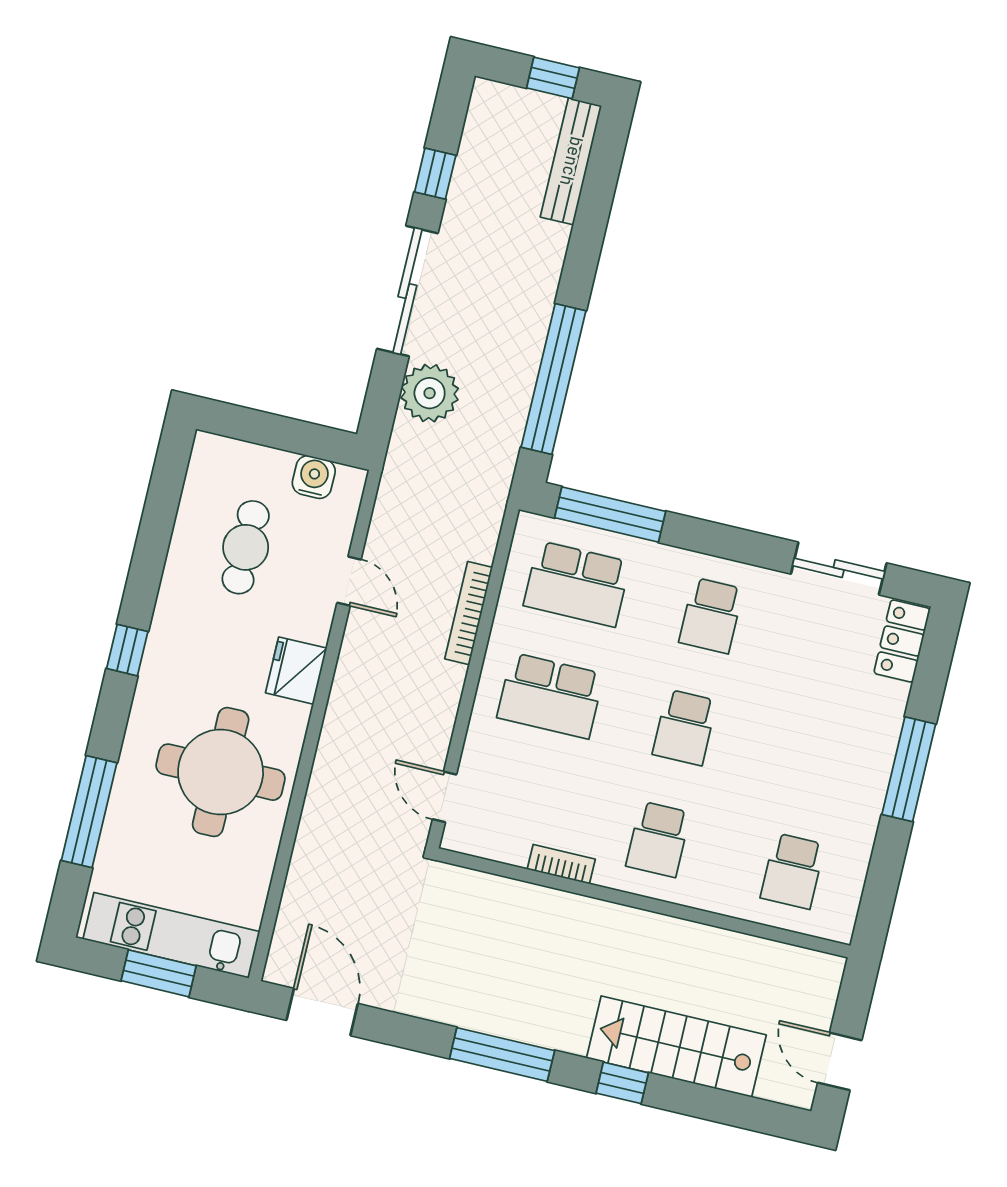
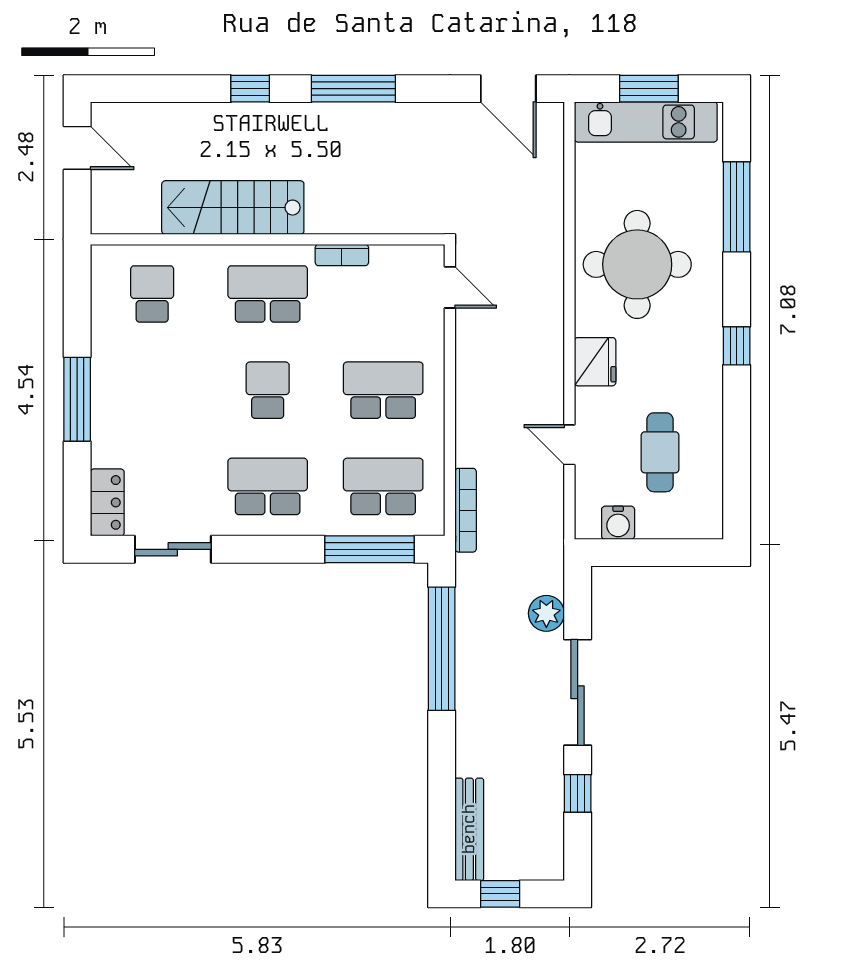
plant: (430, 393) -> (546, 613), width x0.73, depth x0.73
bookcase: (469, 613) -> (466, 510), moved
school desk: (711, 616) -> (268, 486), width x1.85
school desk: (658, 839) -> (268, 294), width x1.85
stairs: (676, 1047) -> (233, 208), moved, turned 180

